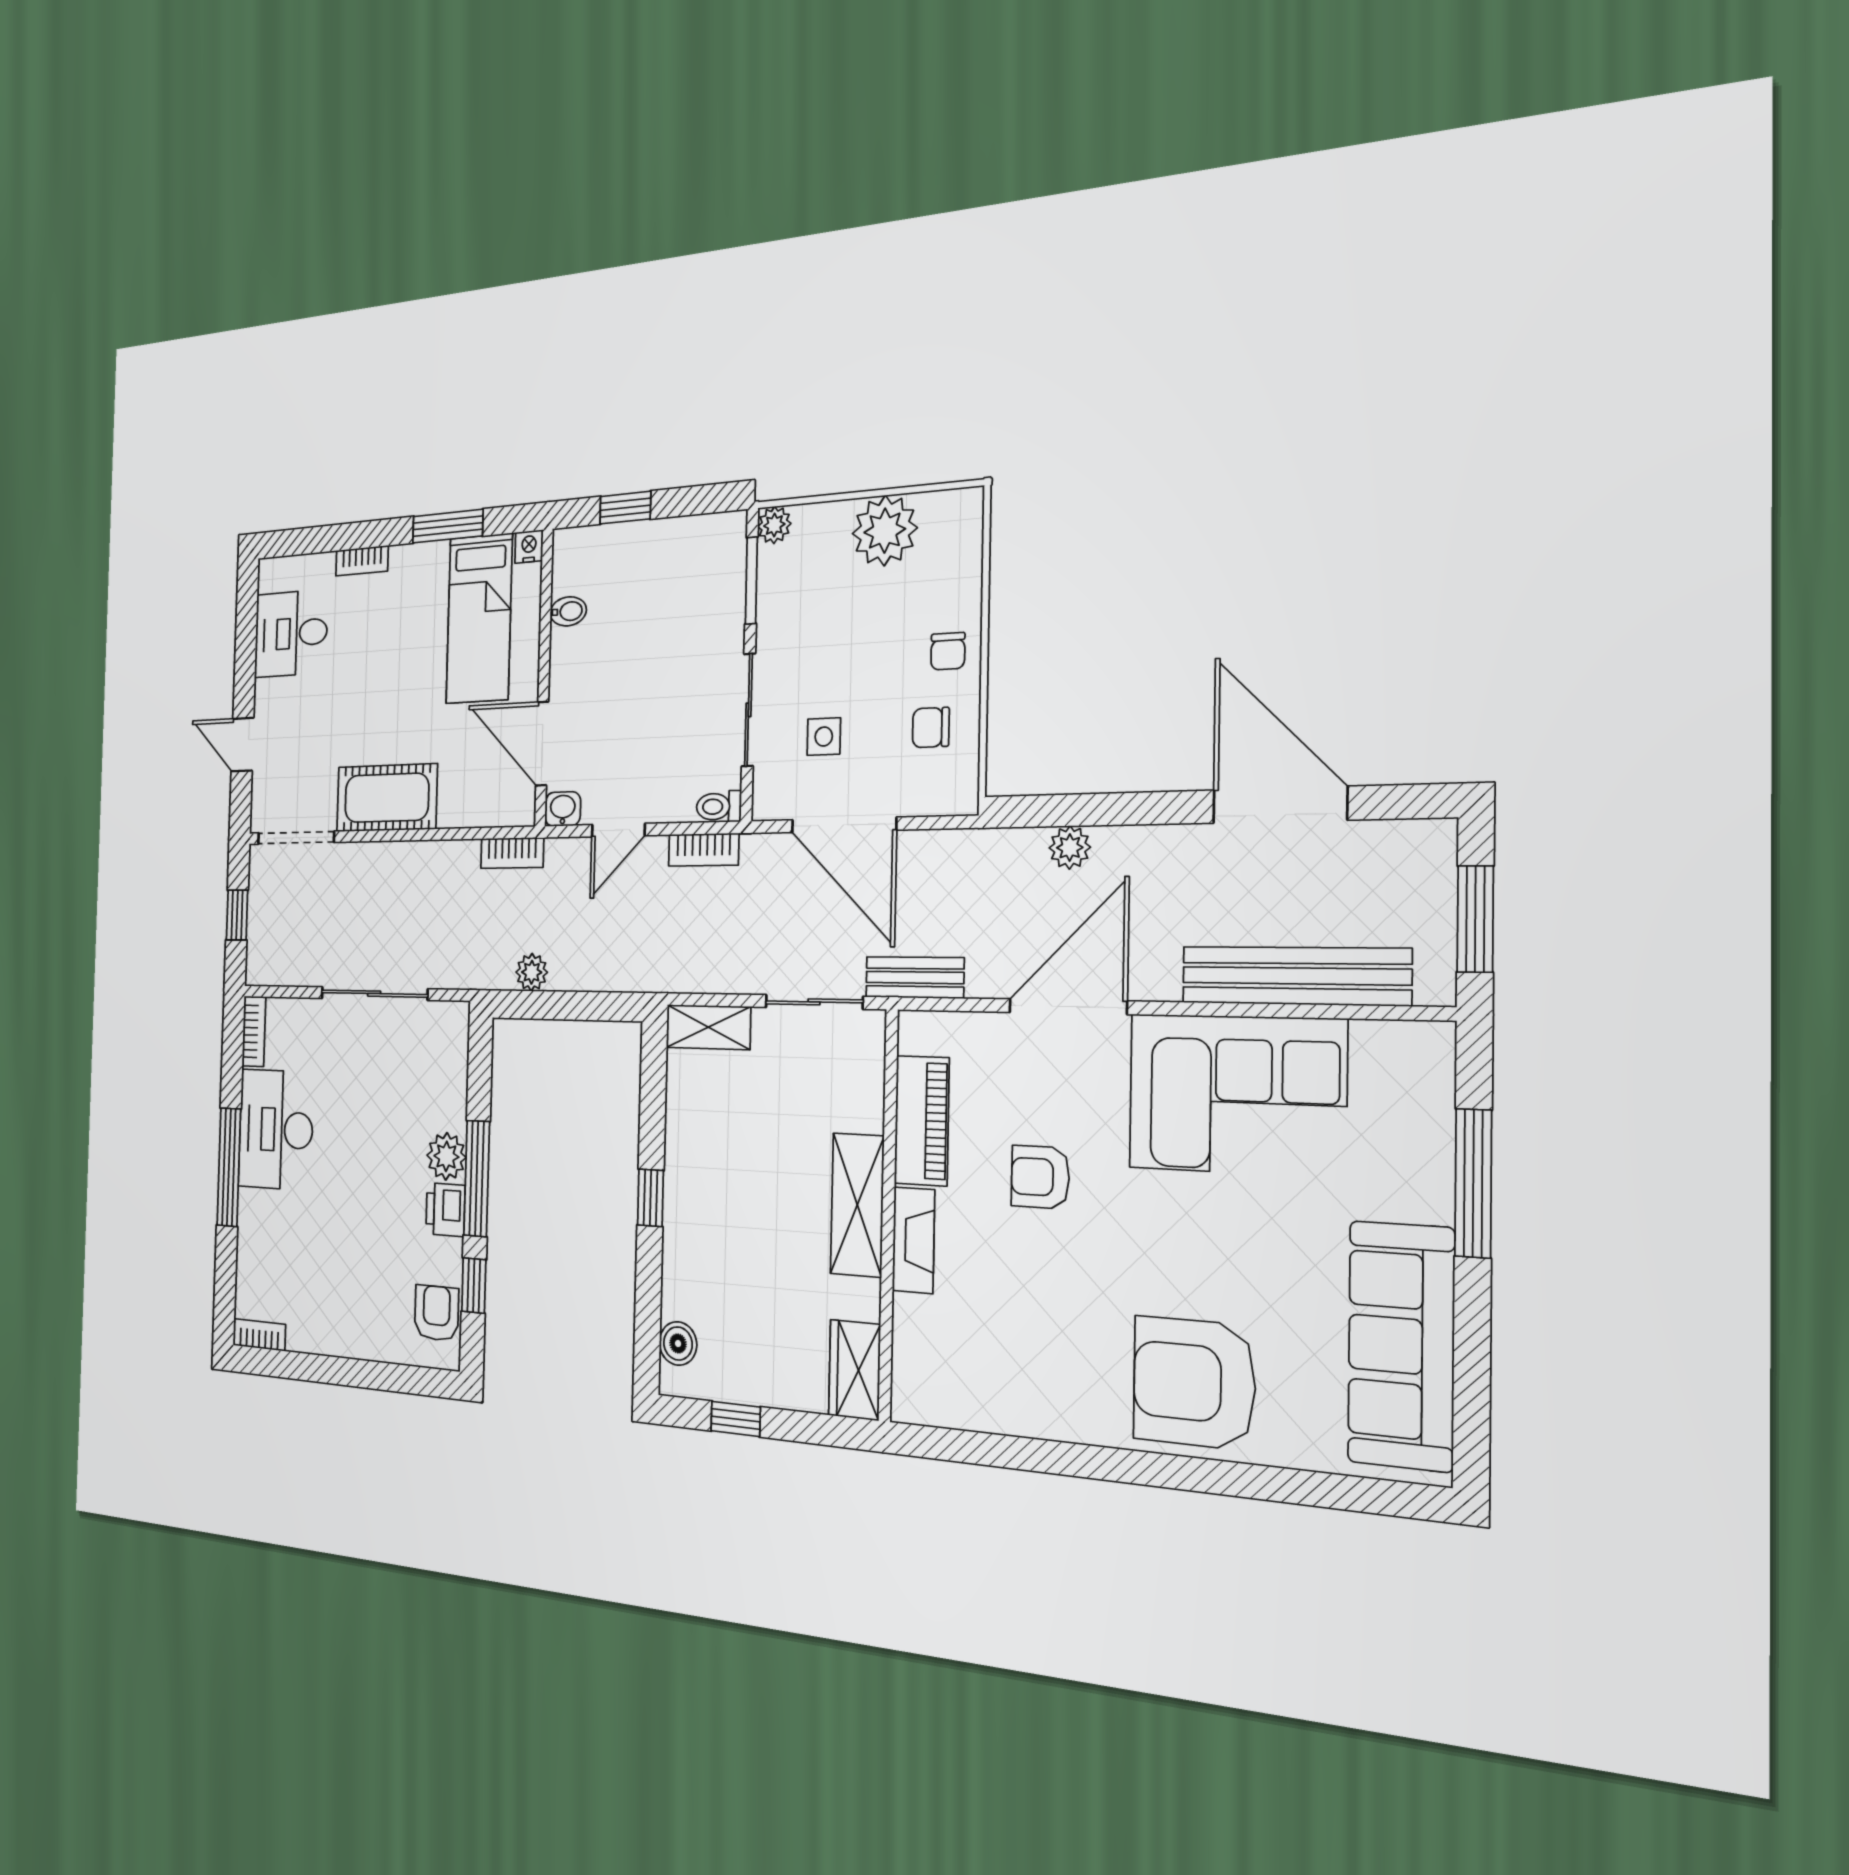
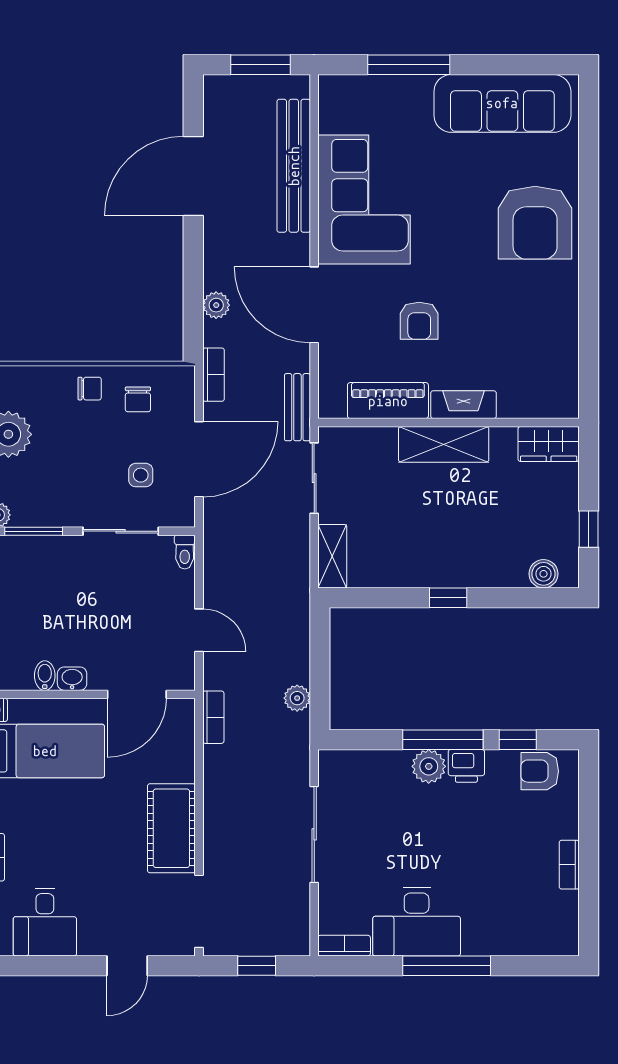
washbasin: (563, 809) -> (72, 679), moved, turned 90
bookcase: (704, 850) -> (213, 375), moved
bookcase: (259, 1335) -> (569, 865), moved

